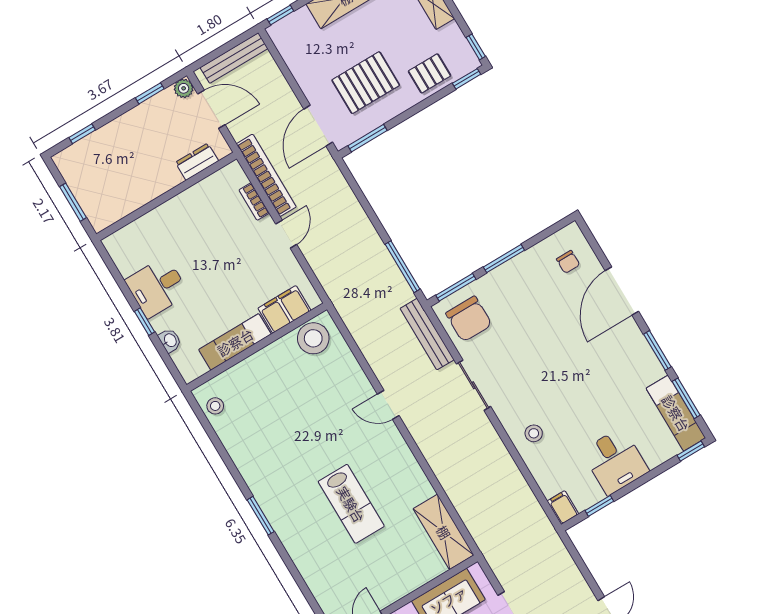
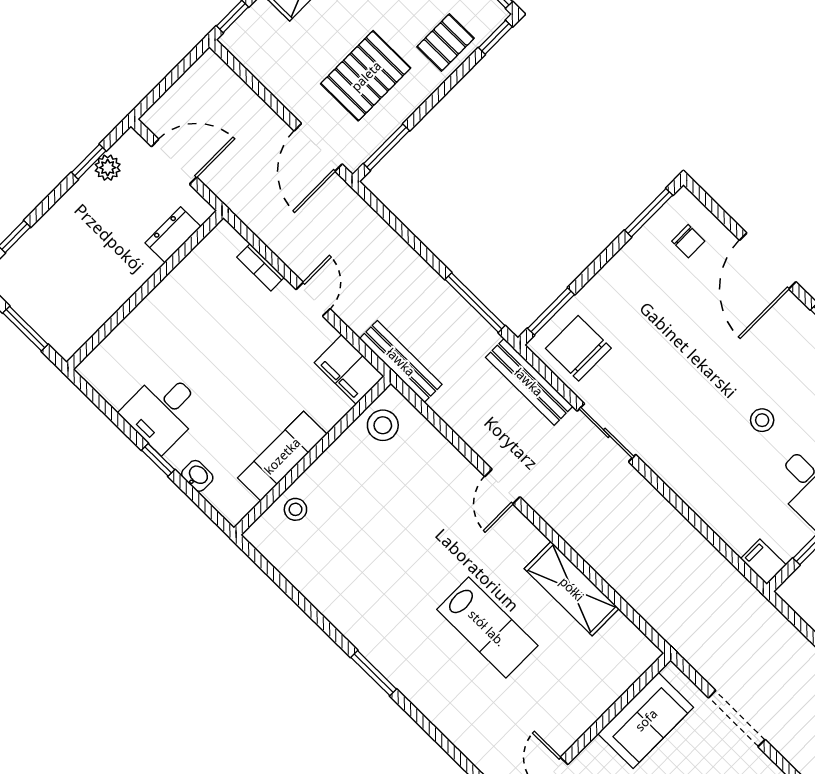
bench: (234, 58) -> (401, 362), moved, turned 90
plant: (184, 88) -> (108, 168), moved
bookcase: (266, 175) -> (267, 229), removed
window: (504, 259) -> (649, 213), moved
filing cabinet: (284, 309) -> (349, 370), moved, turned -90
chair: (469, 319) -> (578, 348), turned 180
stool: (313, 338) -> (383, 425), width x0.73, depth x0.73
door: (388, 405) -> (502, 487), hinge flipped
stool: (215, 406) -> (295, 509), moved
stool: (534, 433) -> (762, 420), moved
shelving: (444, 532) -> (572, 589), moved

